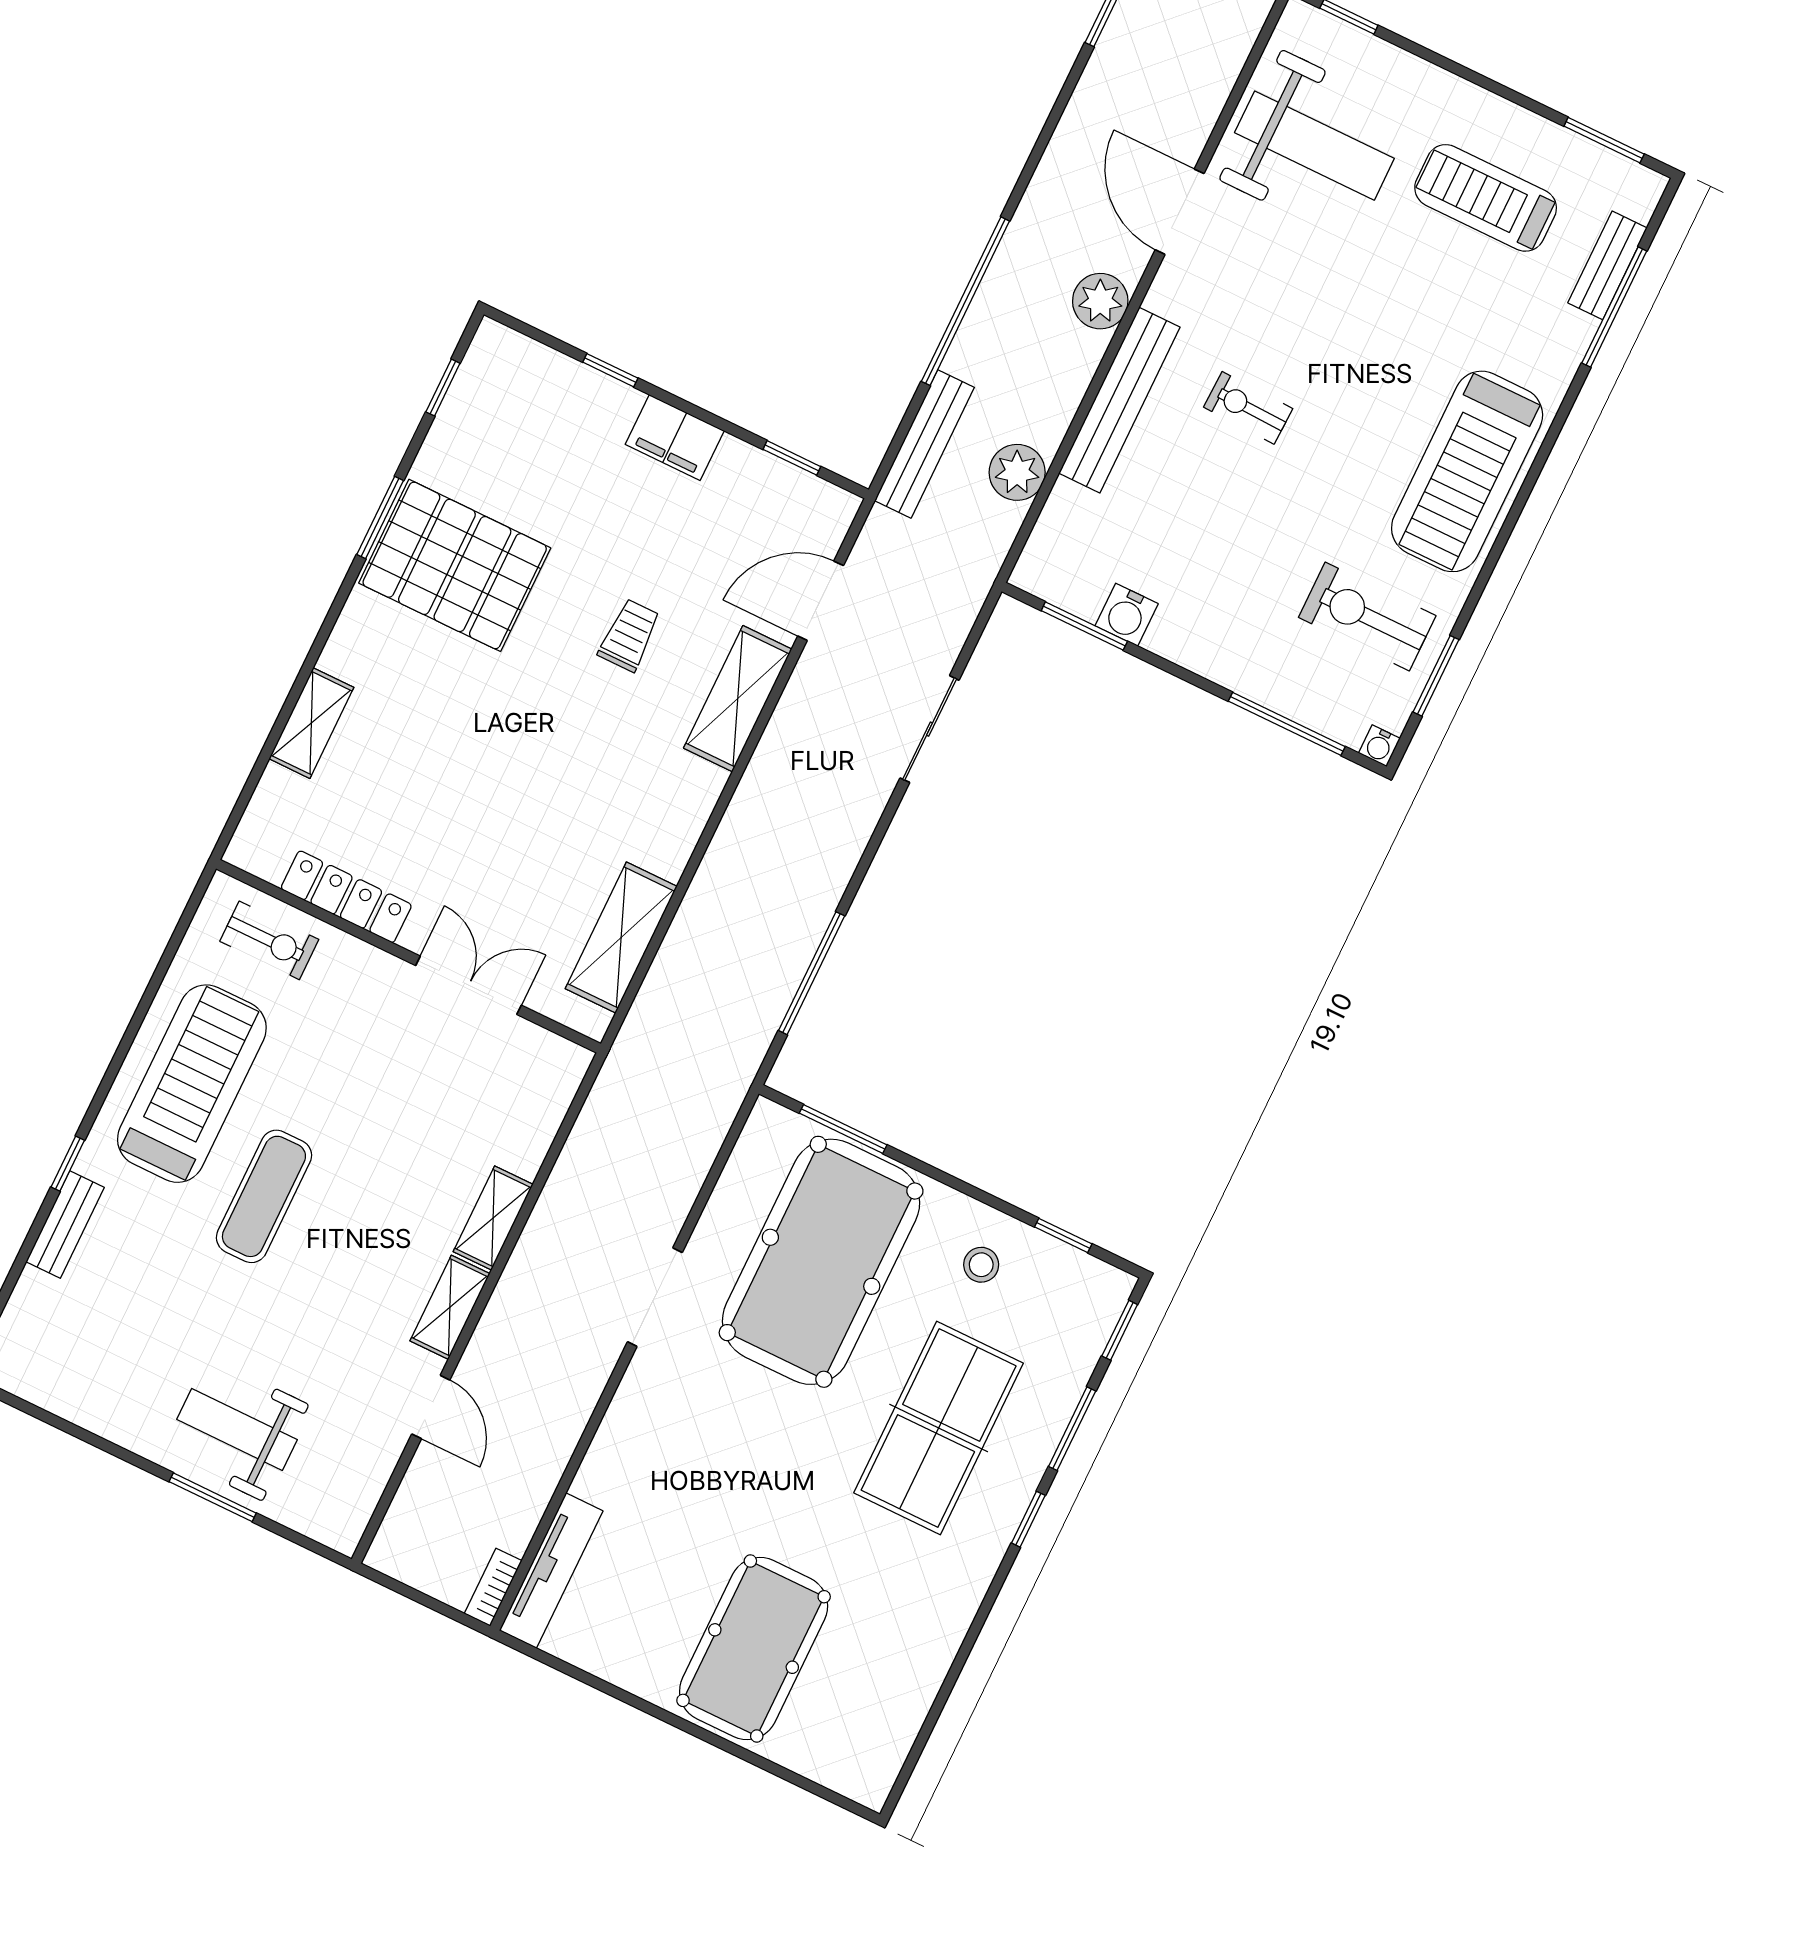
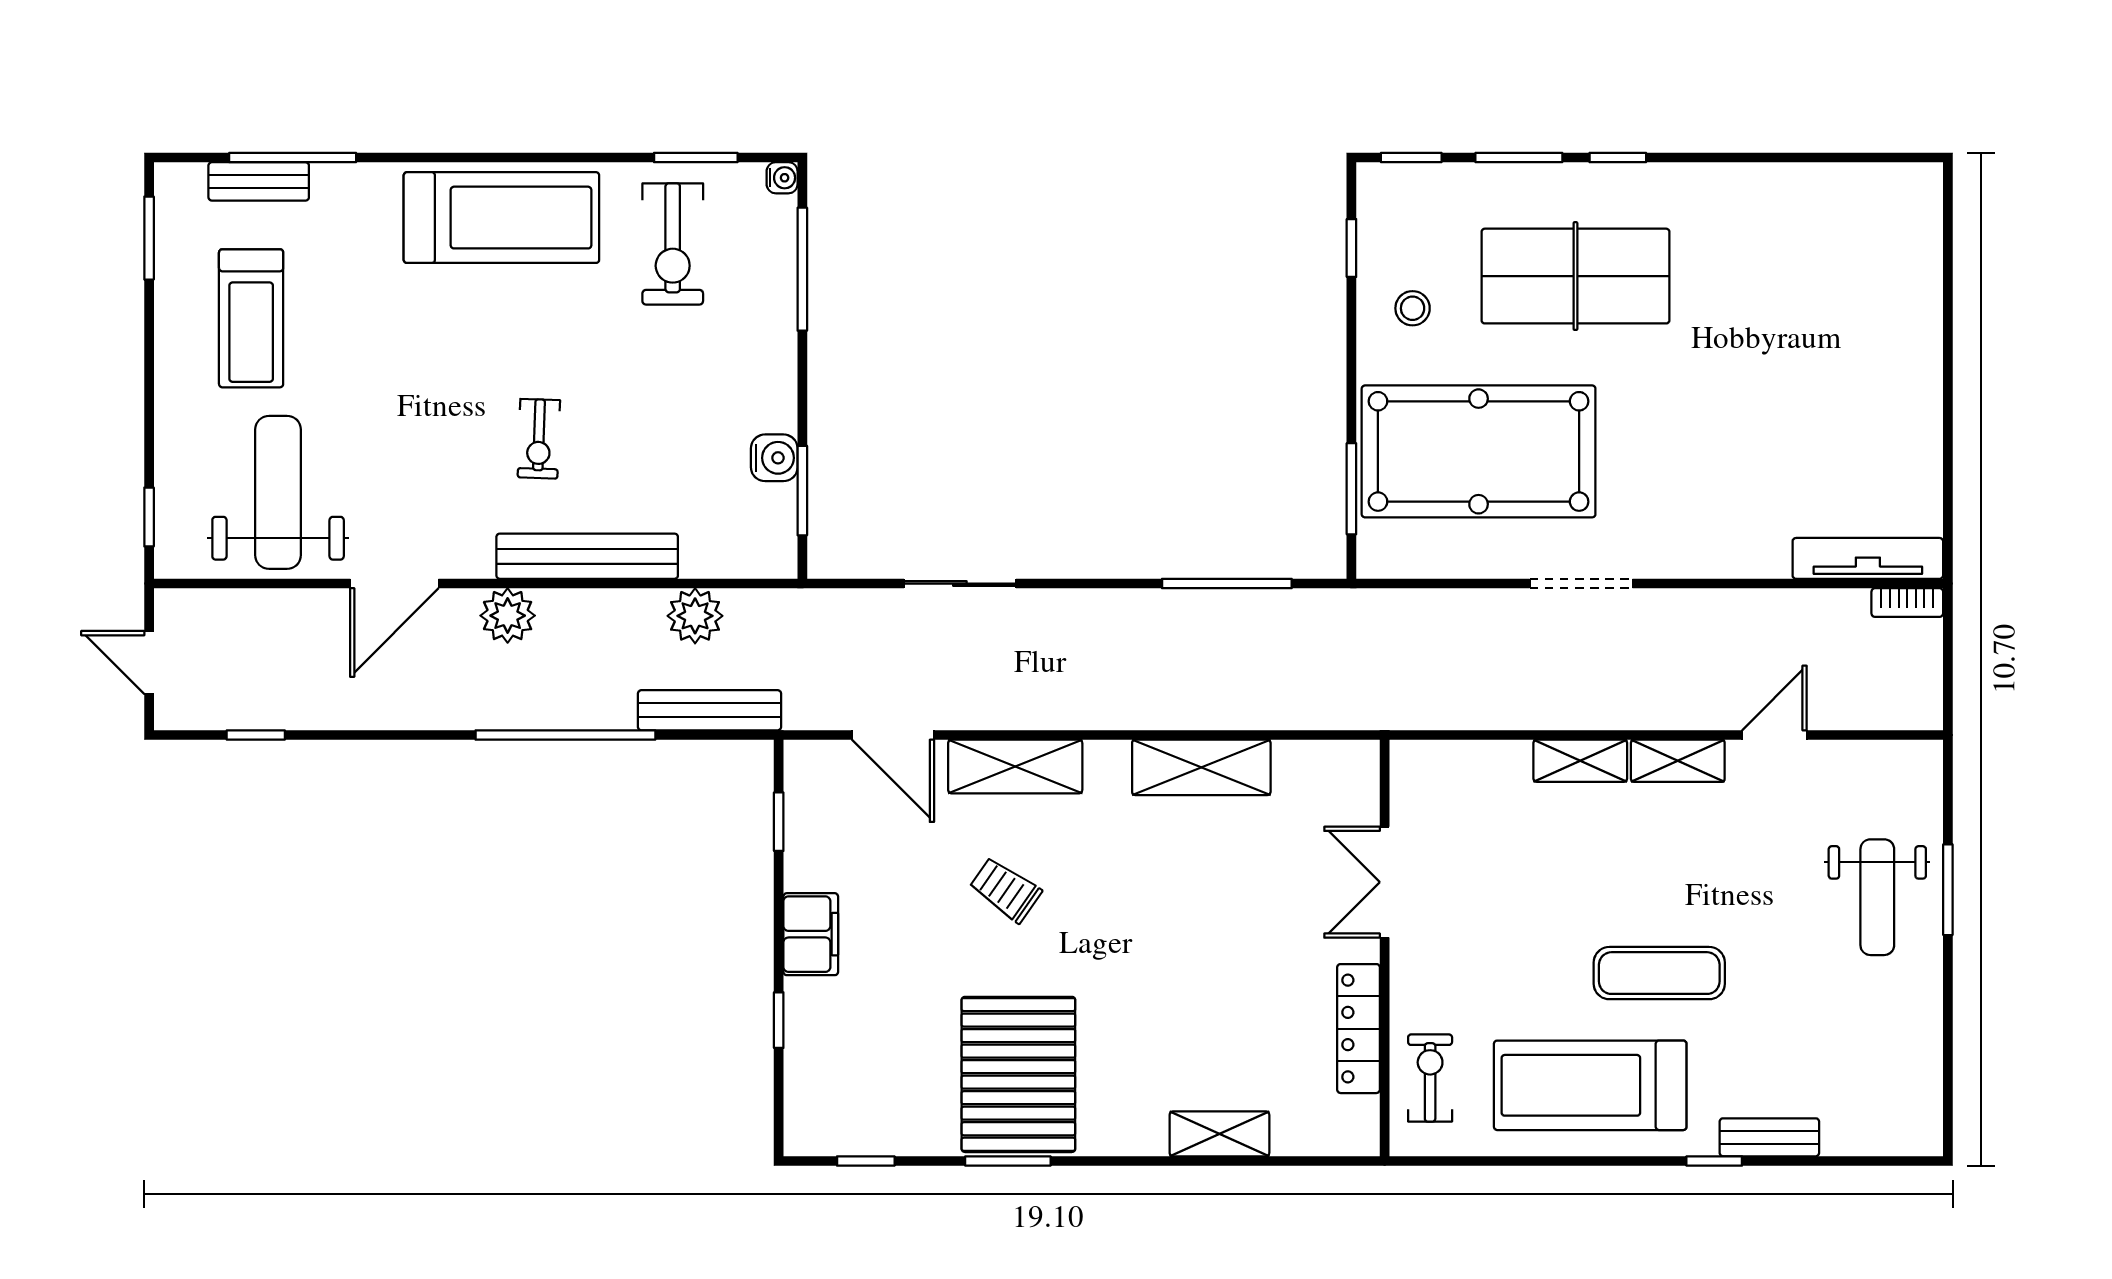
trolley: (629, 635) -> (1006, 890), turned 35
shelving: (621, 938) -> (1201, 767), moved
pool table: (754, 1649) -> (1850, 346), removed

